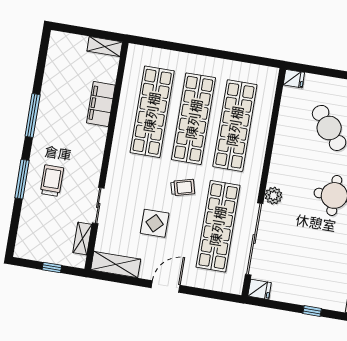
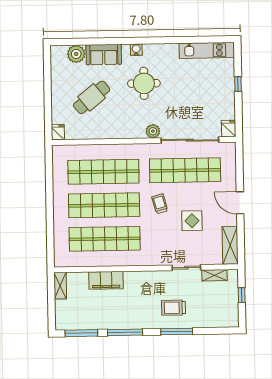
window: (42, 62) -> (81, 333), added

